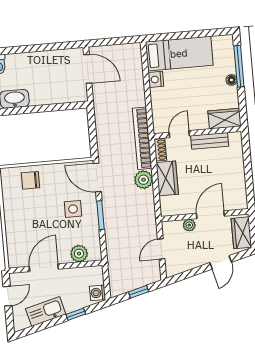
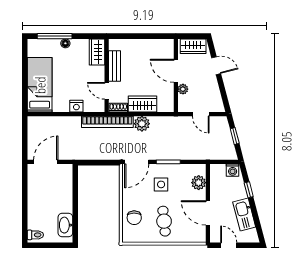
nightstand: (156, 79) -> (76, 106), moved
cafe table: (29, 216) -> (164, 221), added

